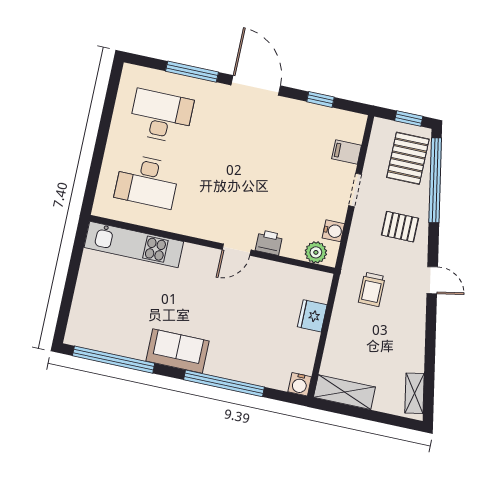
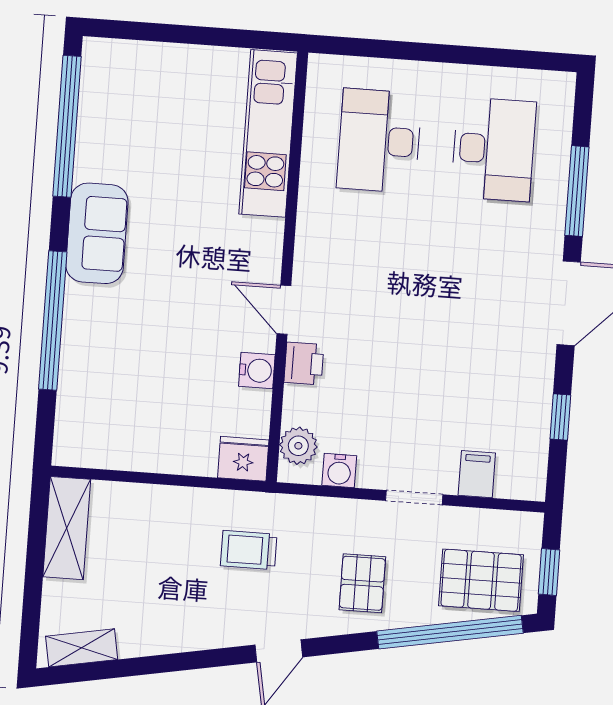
fridge: (312, 316) -> (243, 459), moved
water cooler: (300, 384) -> (257, 370), moved, turned 180

